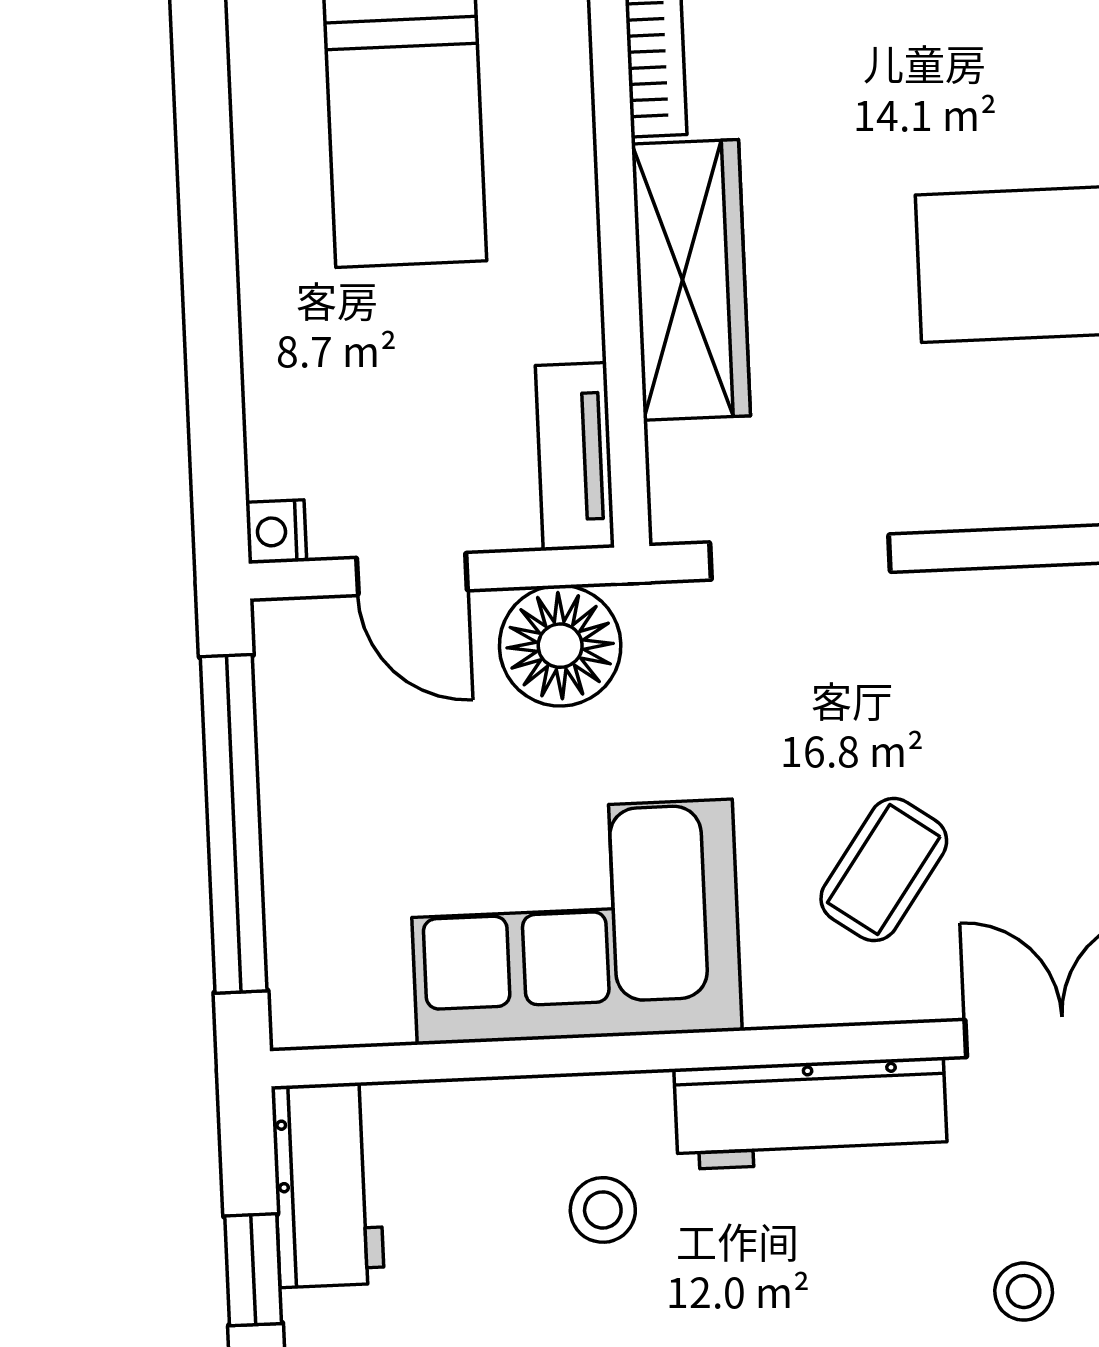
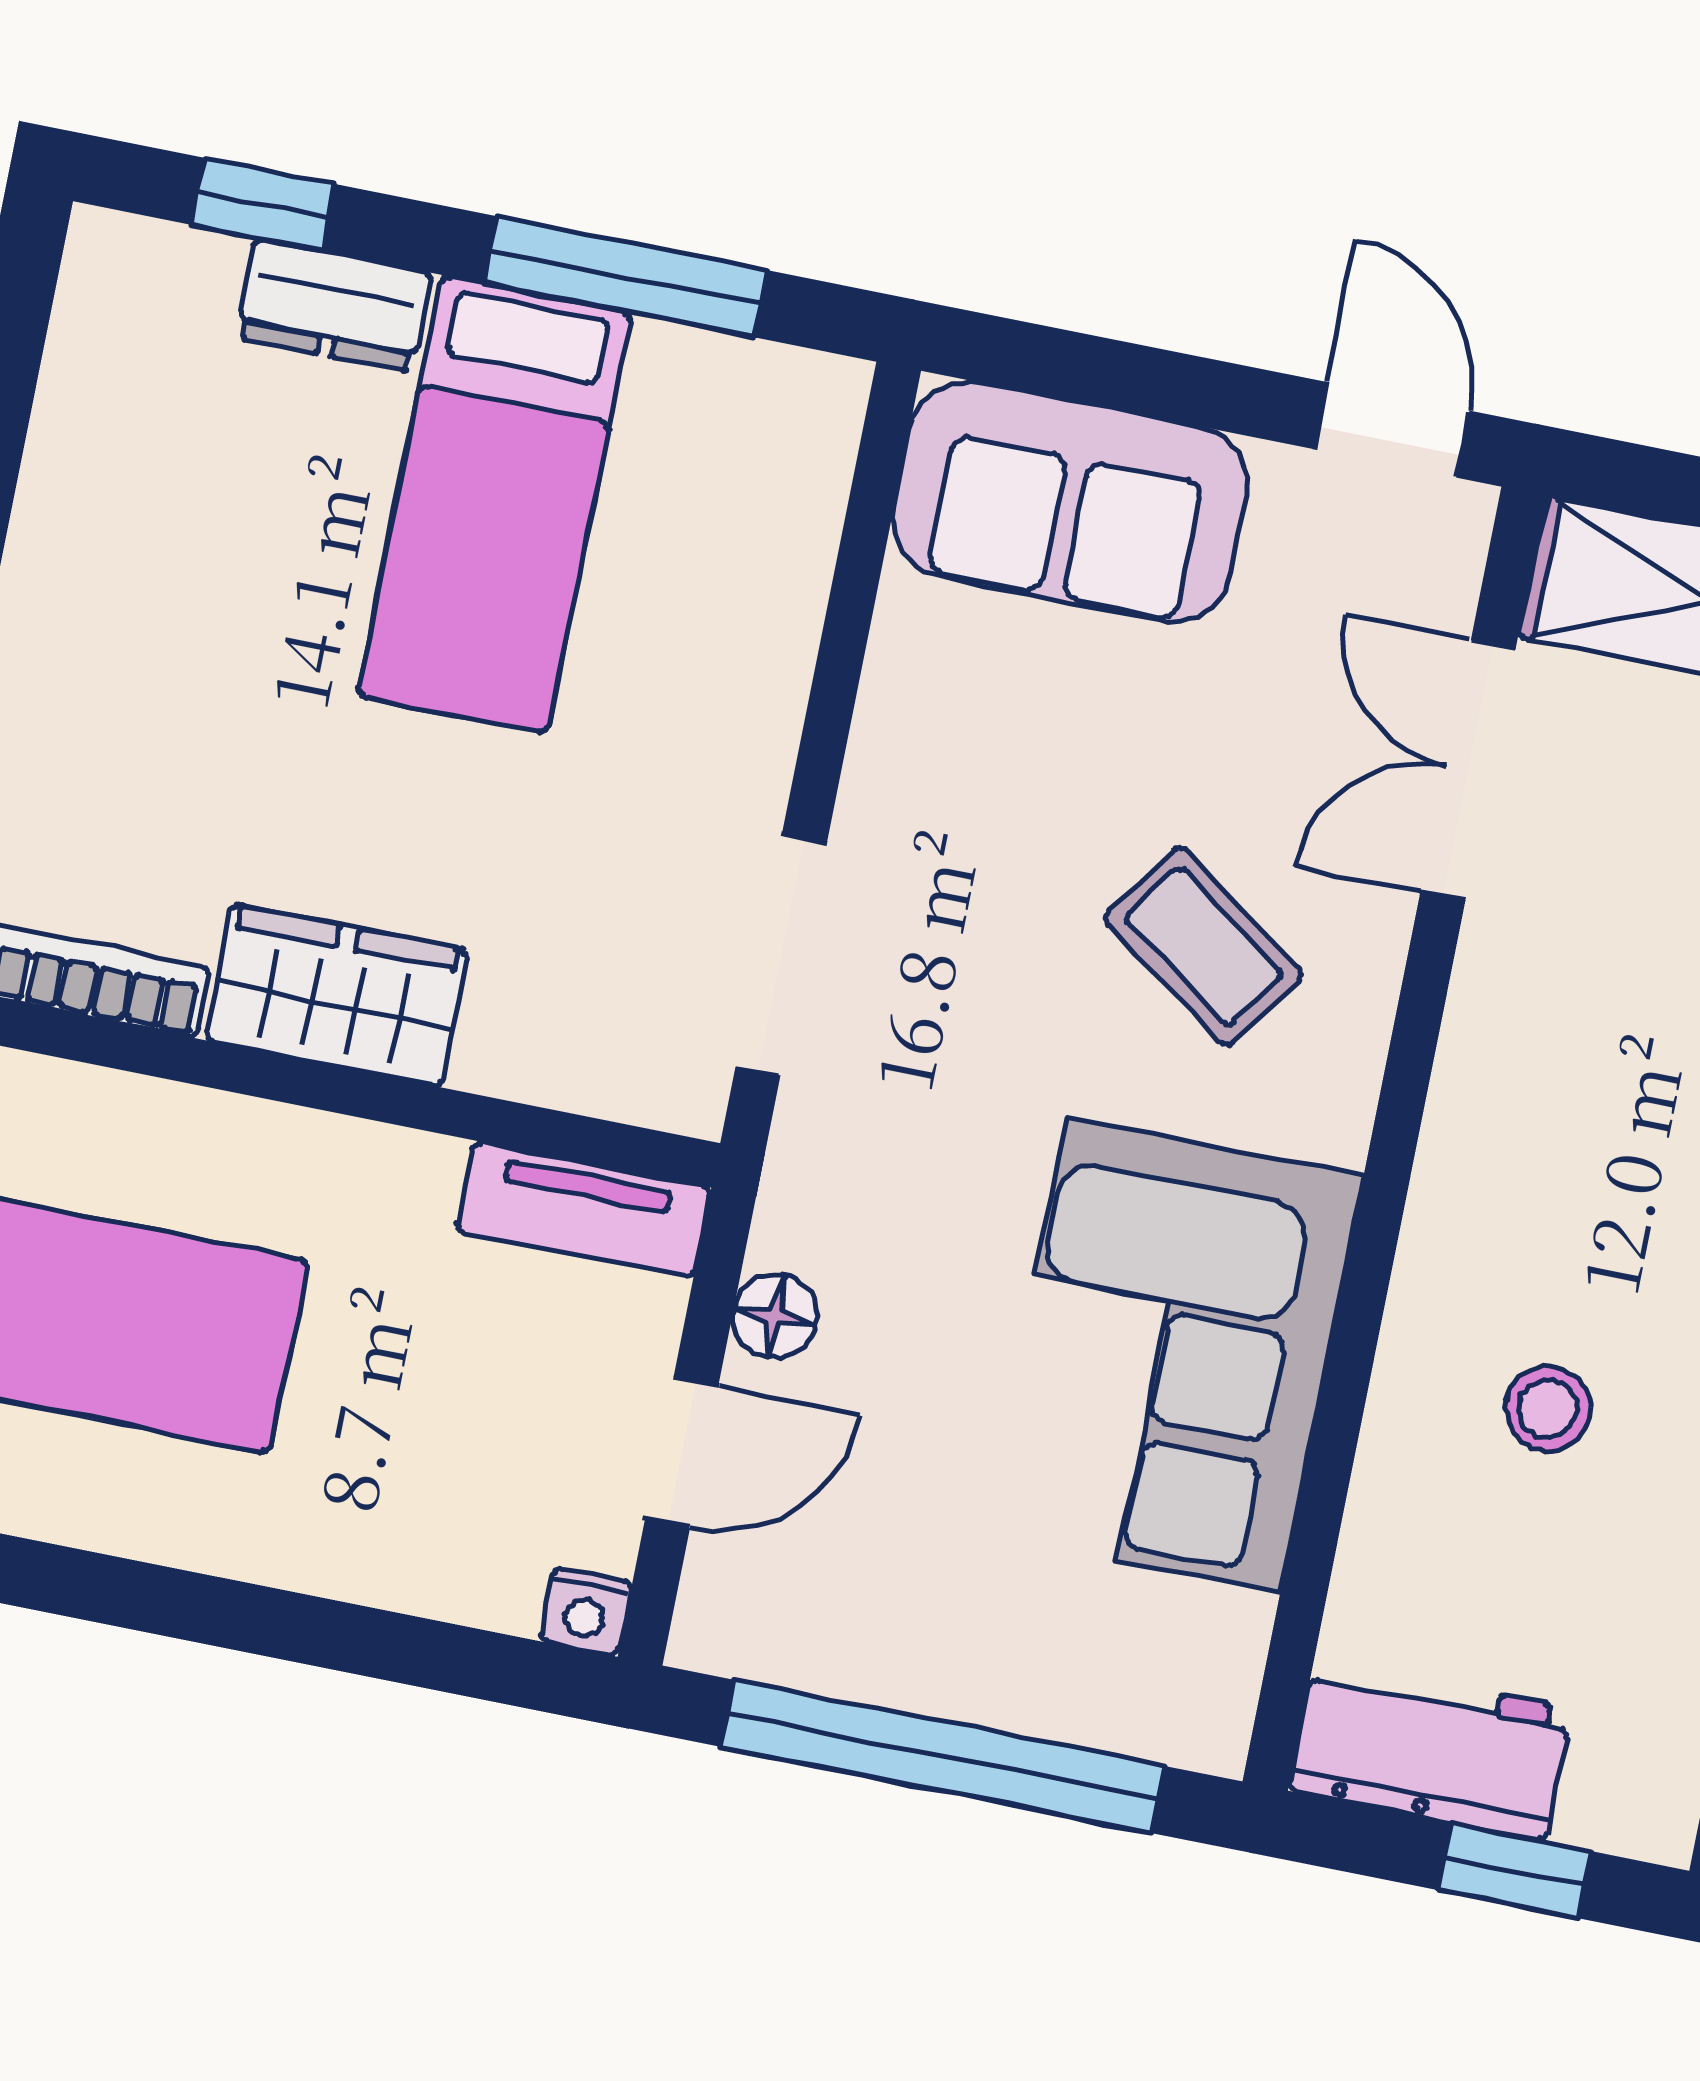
wardrobe: (691, 280) -> (337, 995), width x0.67
floor lamp: (560, 646) -> (775, 1316), width x0.53, depth x0.53
workbench: (811, 1113) -> (1490, 1115), removed

